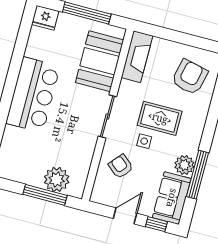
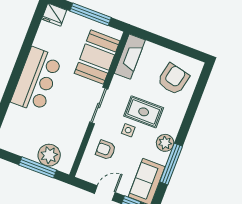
plant: (184, 165) -> (165, 143), moved
armchair: (121, 166) -> (106, 150), turned -41

